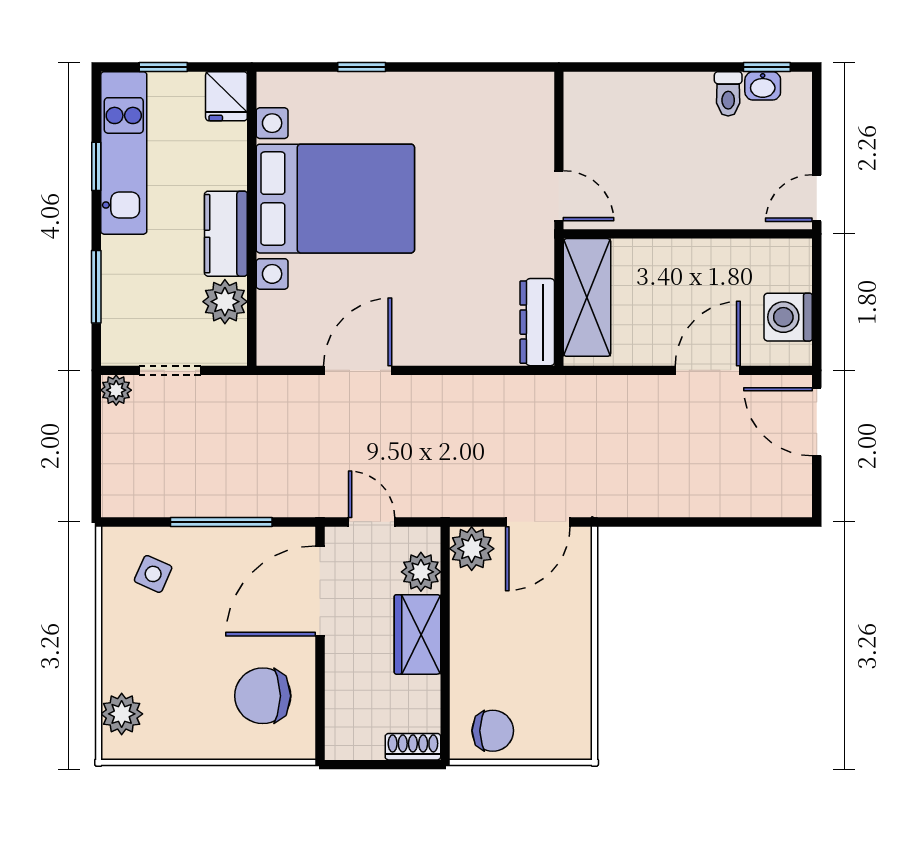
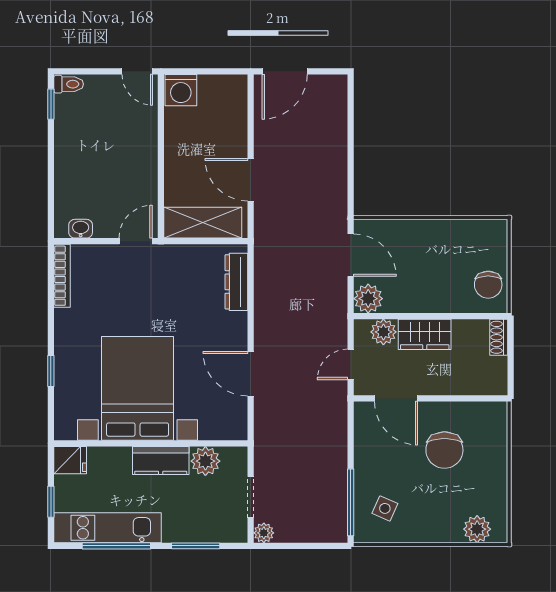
bookcase: (506, 84) -> (62, 276), added
washbasin: (763, 86) -> (81, 229), moved, turned -90
toilet: (728, 94) -> (69, 84), moved
window: (96, 166) -> (116, 546), width x2.17
washing machine: (788, 317) -> (181, 90), moved
dresser: (537, 322) -> (236, 282), moved, turned 90
door: (708, 370) -> (251, 180), moved
window: (221, 522) -> (351, 502), moved
door: (320, 591) -> (396, 398), width x0.73
chair: (263, 696) -> (444, 450), moved
chair: (493, 731) -> (488, 285), turned 180

